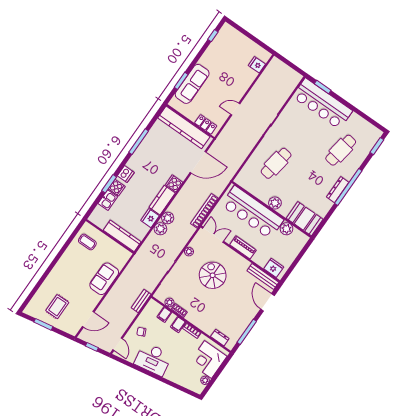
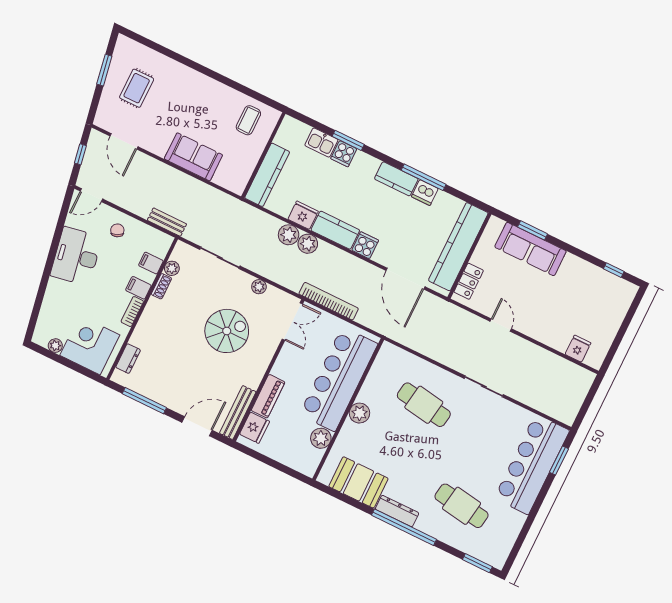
kitchen counter: (137, 158) -> (396, 179), added
dishwasher: (126, 174) -> (425, 193), moved
booth: (305, 219) -> (358, 482), moved, turned 90
piano: (243, 247) -> (268, 396), moved
rug: (57, 307) -> (137, 88), turned 90

